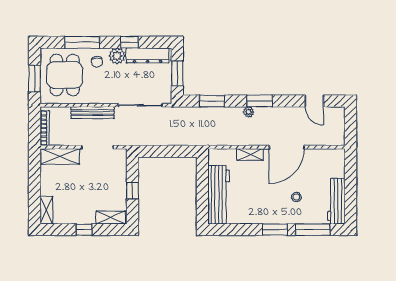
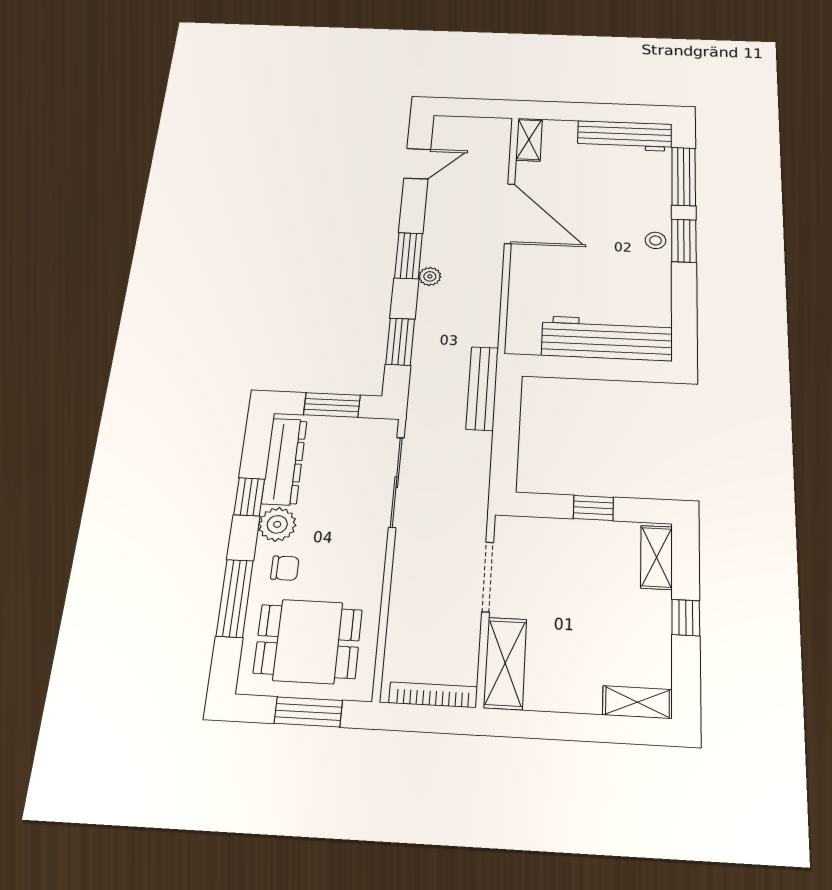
bench: (92, 113) -> (482, 388), moved
shelving: (250, 154) -> (529, 140), moved
stool: (296, 197) -> (656, 240), moved

